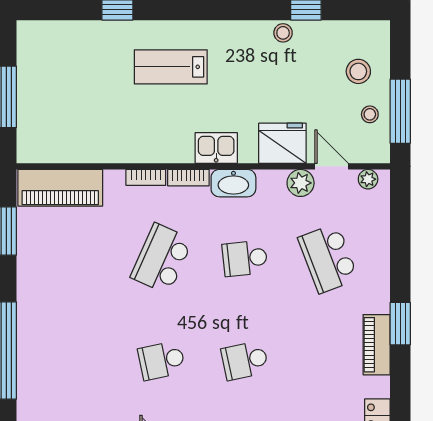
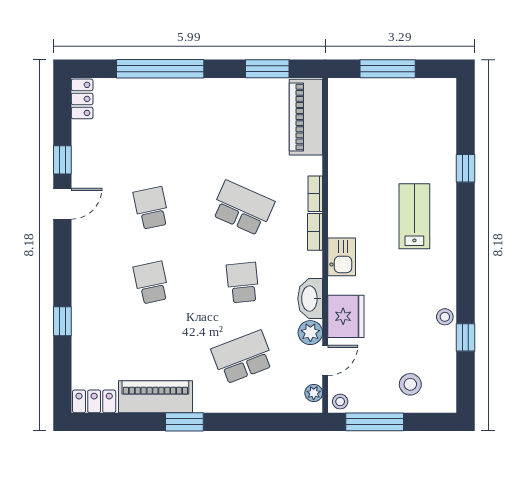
stool: (370, 114) -> (340, 402), moved
washbasin: (233, 183) -> (310, 299), moved
piano: (377, 345) -> (155, 397), width x1.37, depth x1.33

